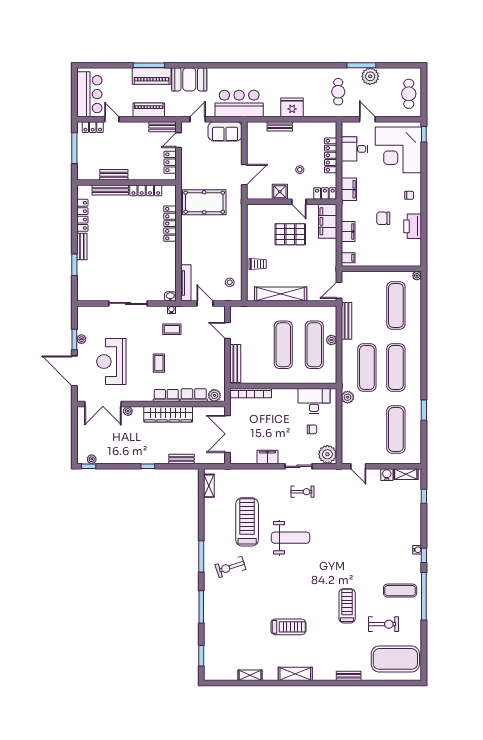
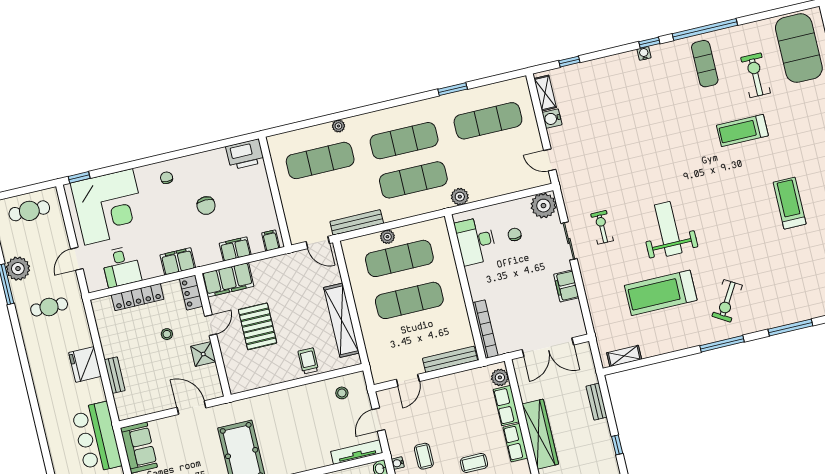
printer: (413, 226) -> (245, 154), moved
plant: (417, 276) -> (338, 126), moved
door: (358, 466) -> (550, 160), swing flipped
exercise bike: (230, 567) -> (727, 301), turned 49

